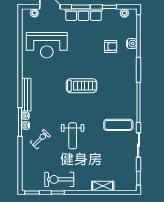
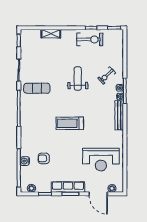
reception desk: (47, 45) -> (101, 160), turned 180

